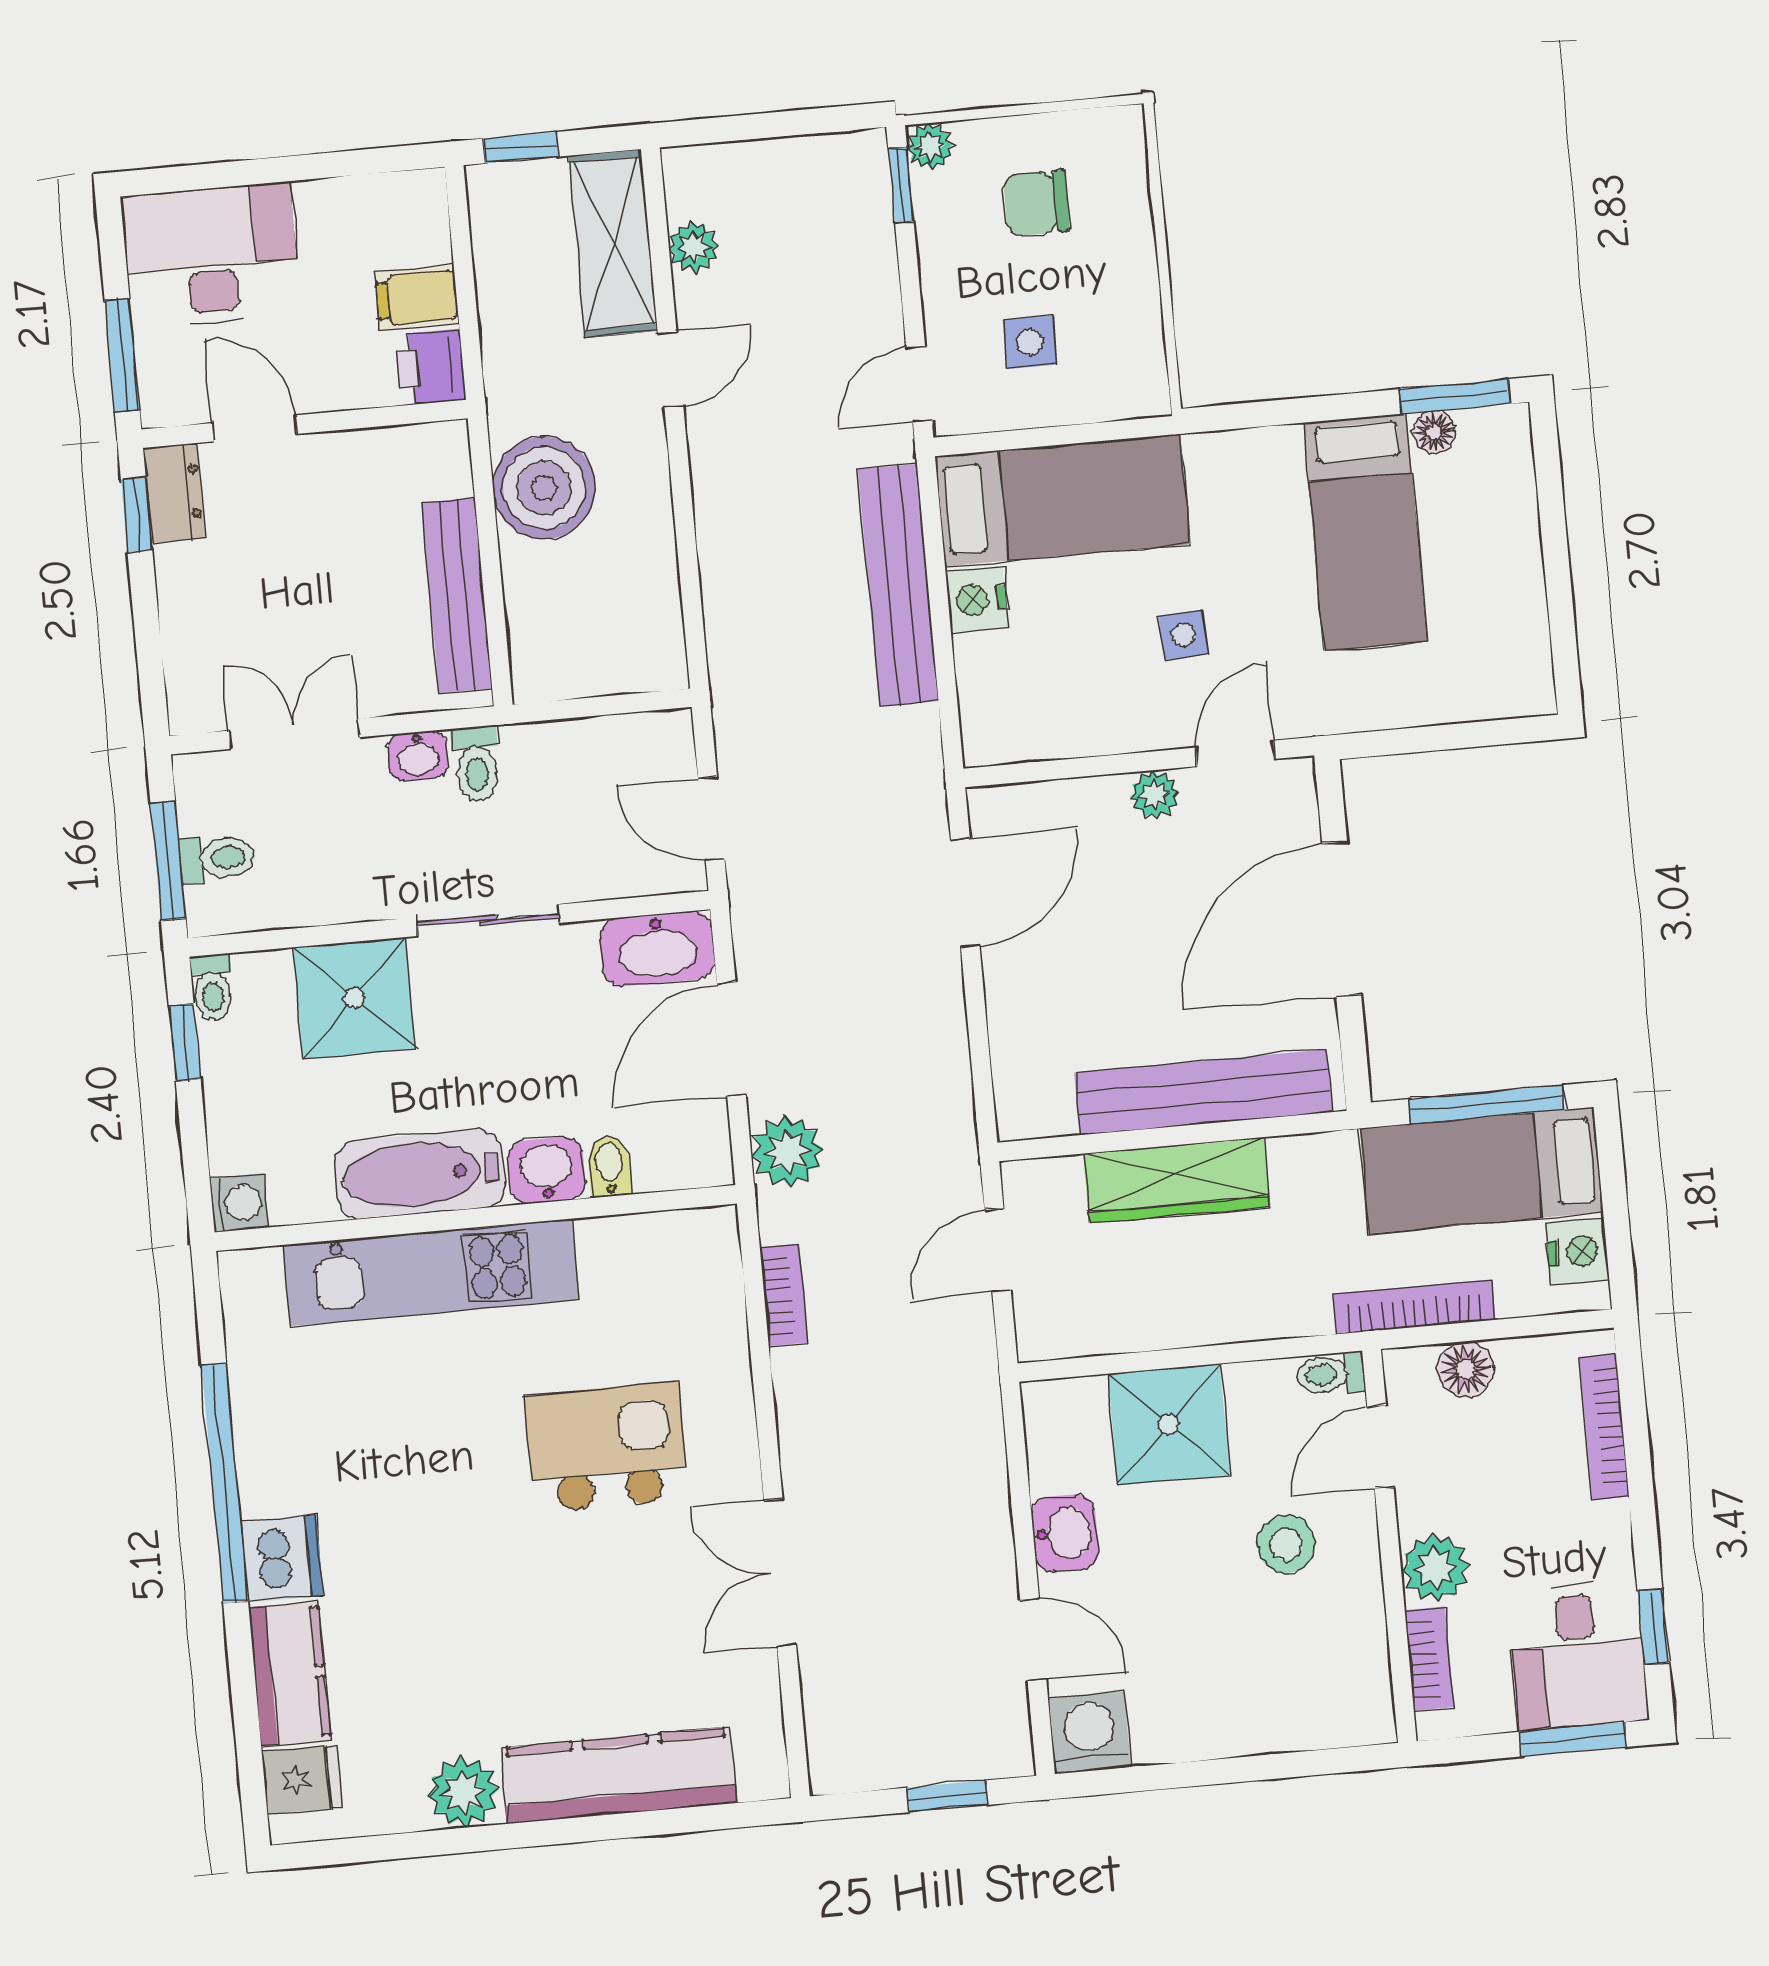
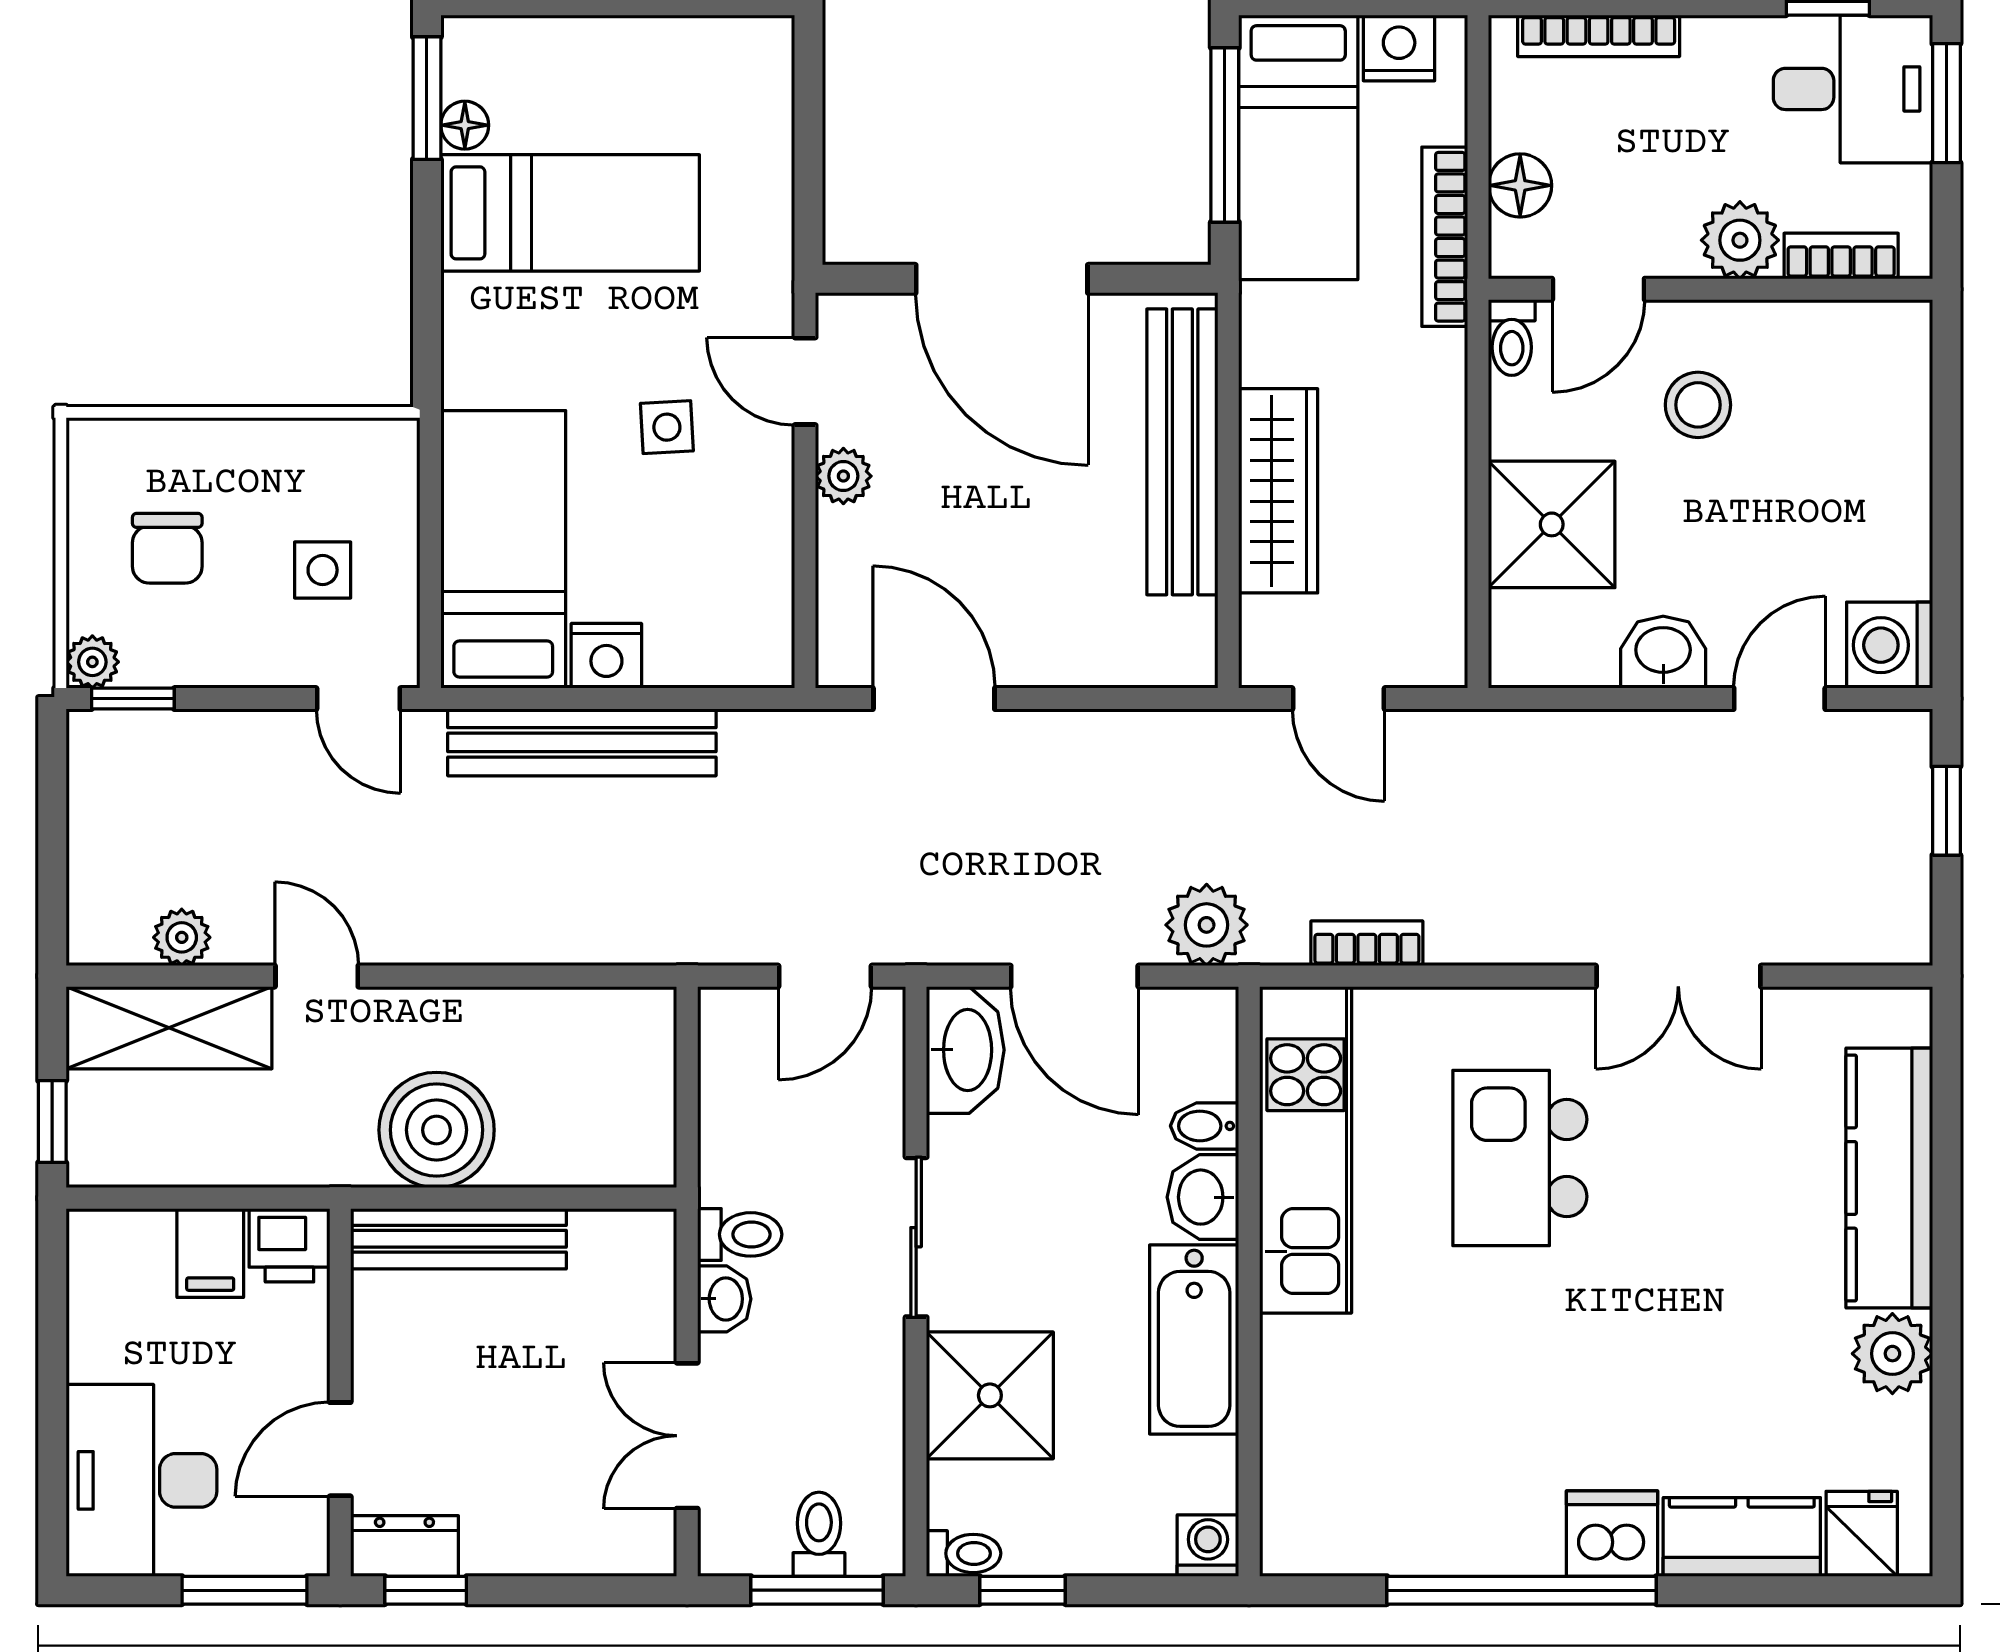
bench: (457, 595) -> (458, 1239), moved
kitchen unit: (431, 1272) -> (1306, 1150), moved
door: (1380, 1447) -> (1598, 289), hinge flipped

